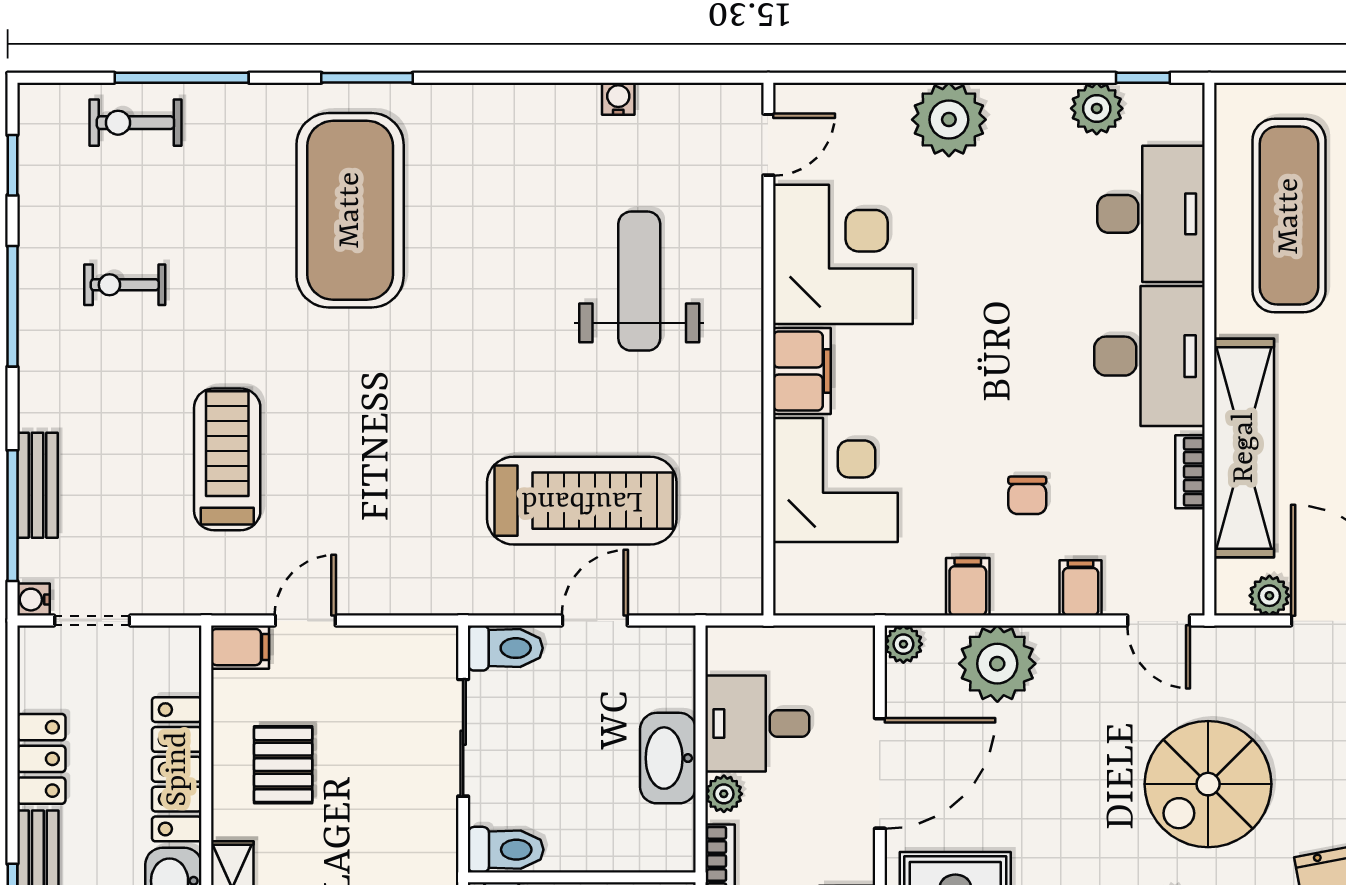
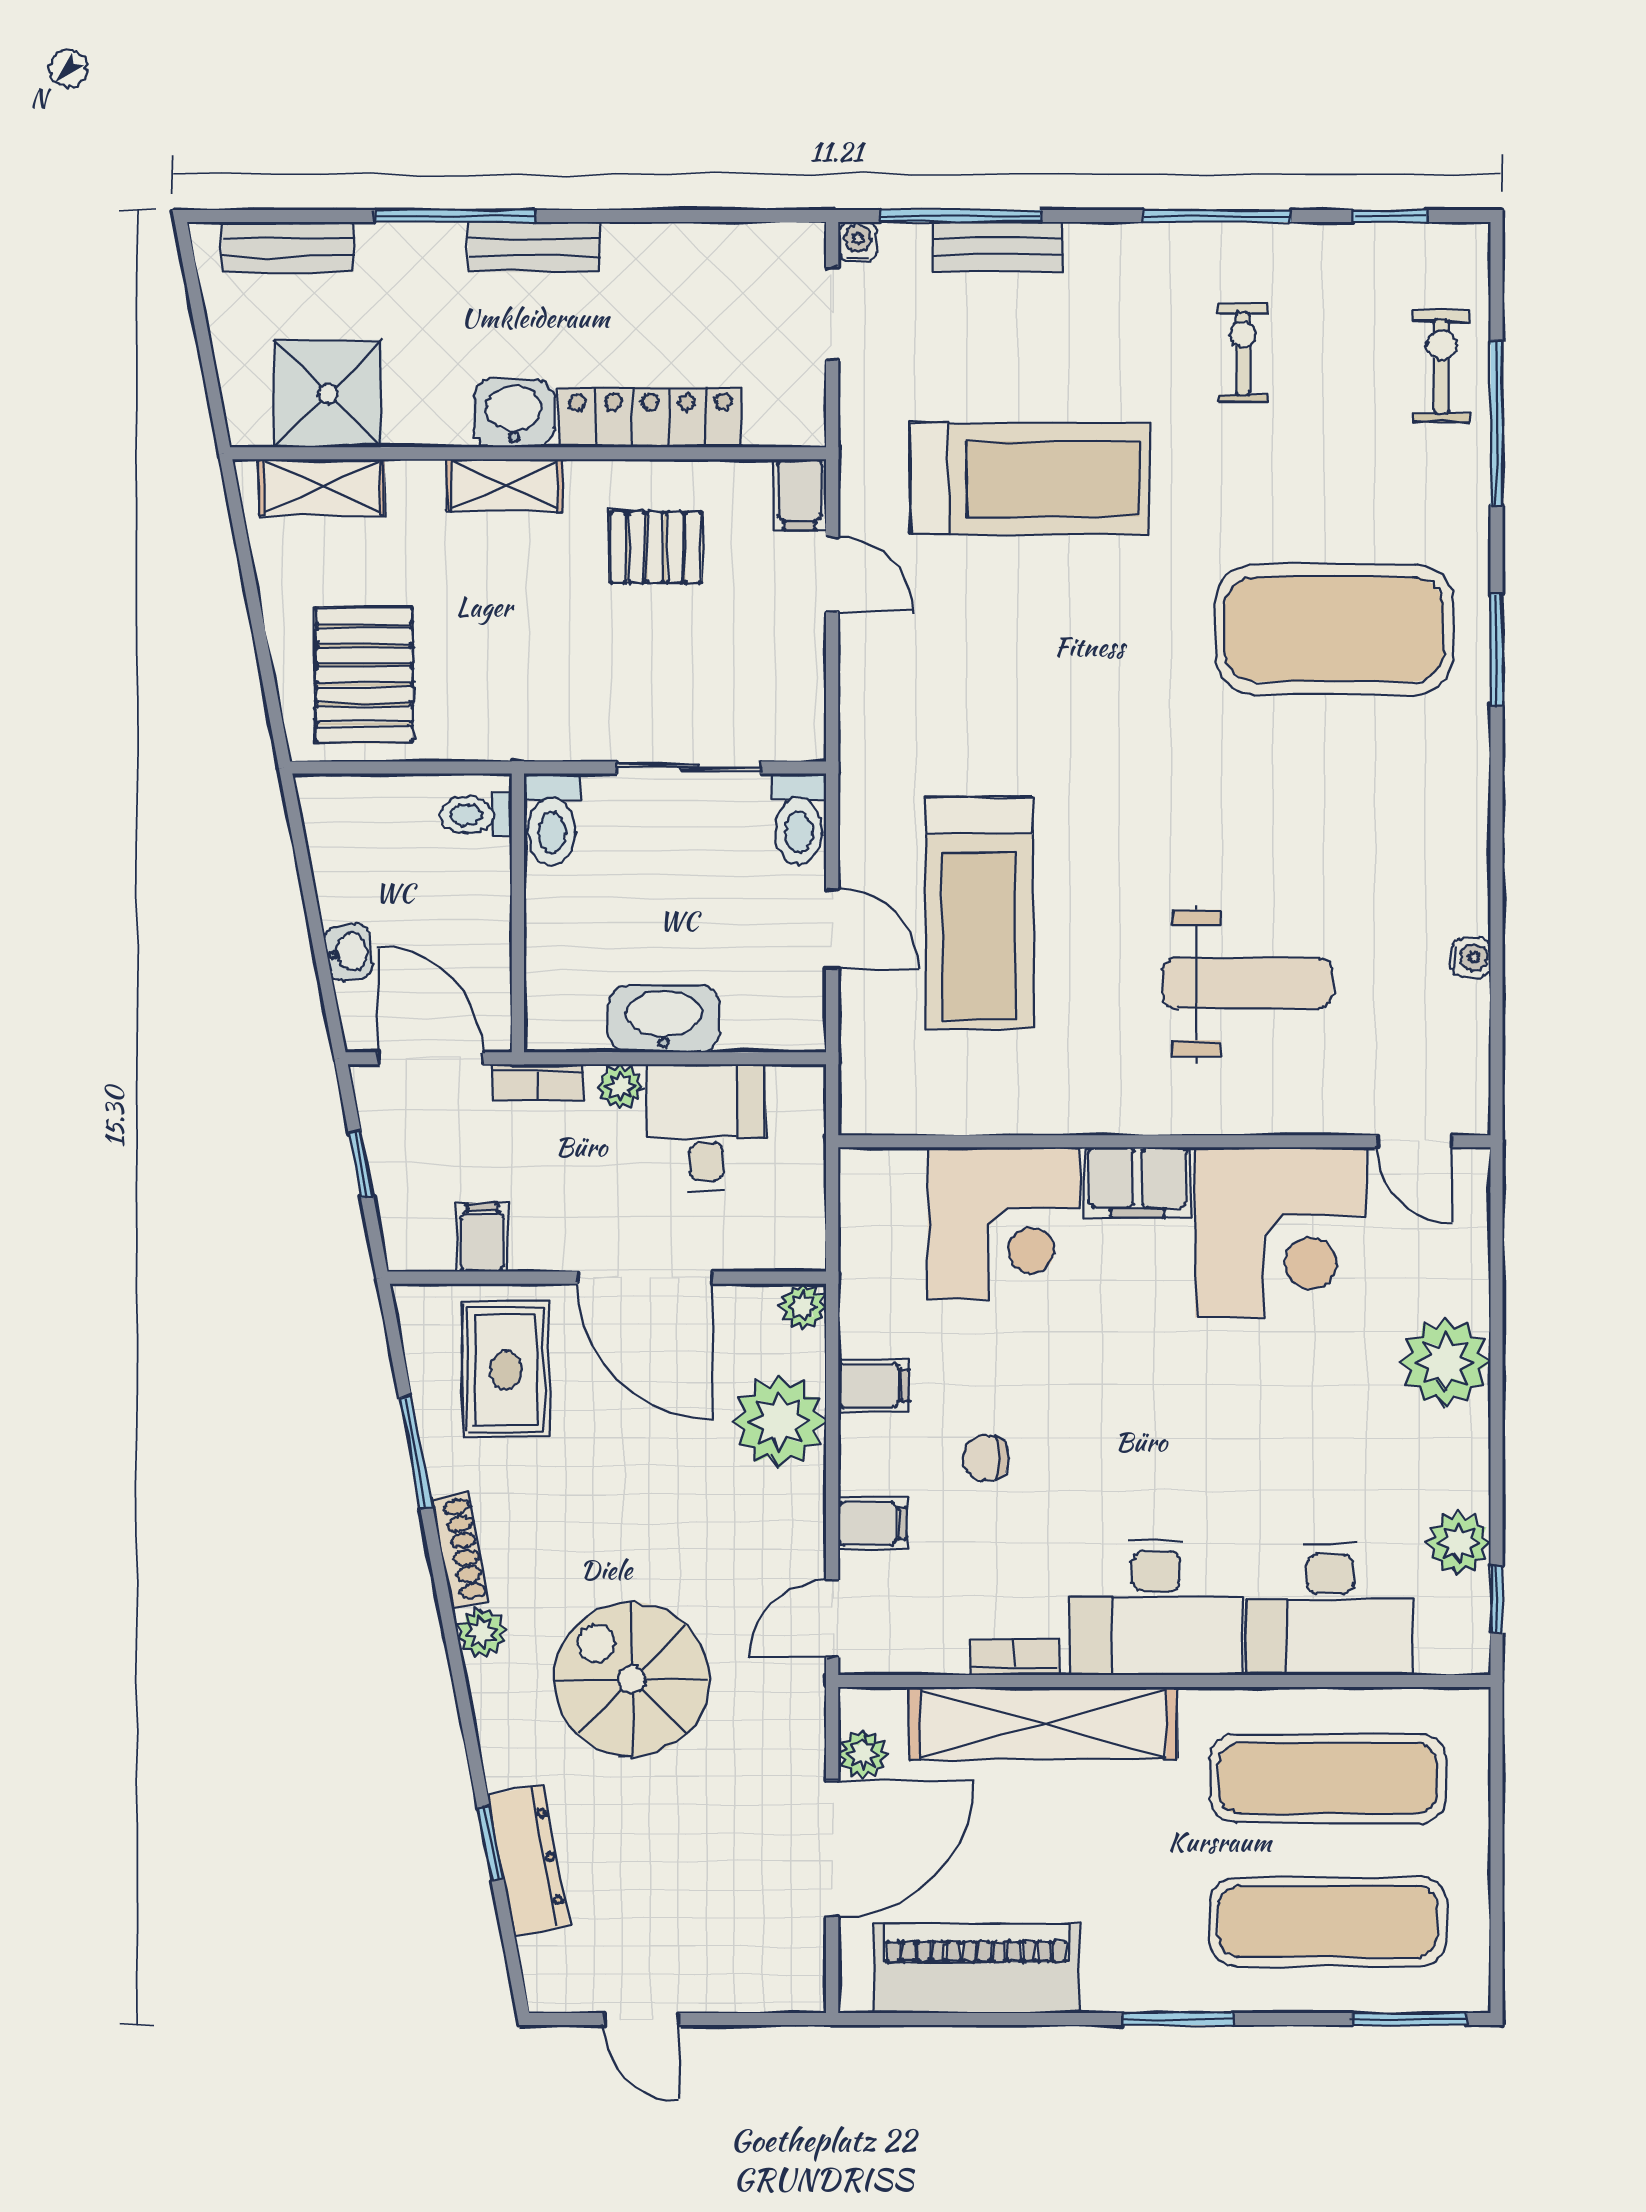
treadmill: (227, 459) -> (1029, 479), width x1.37, depth x1.38
locker: (41, 759) -> (663, 251), removed

